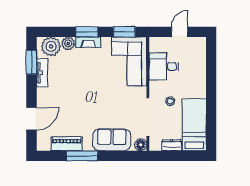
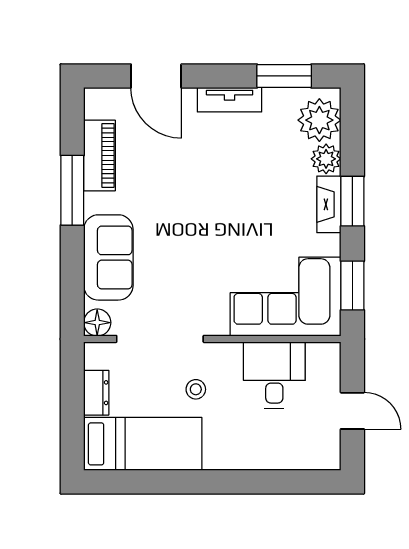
tv unit: (42, 73) -> (230, 100), moved

